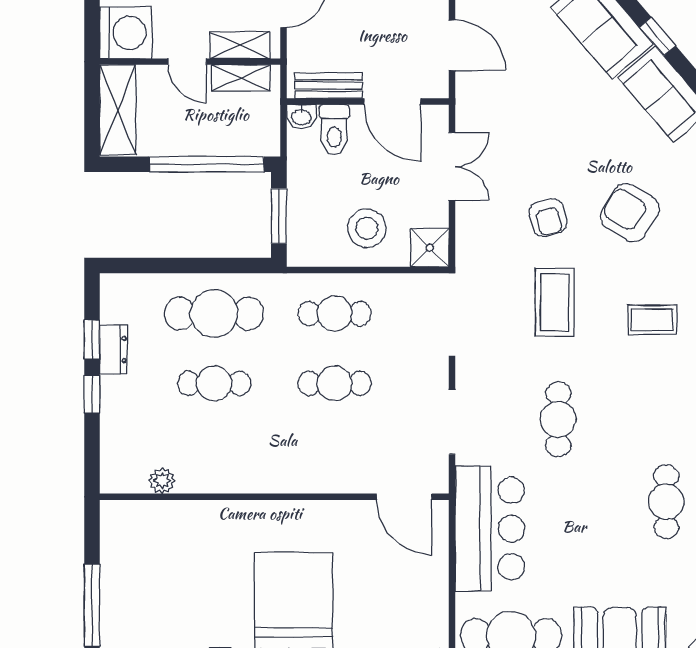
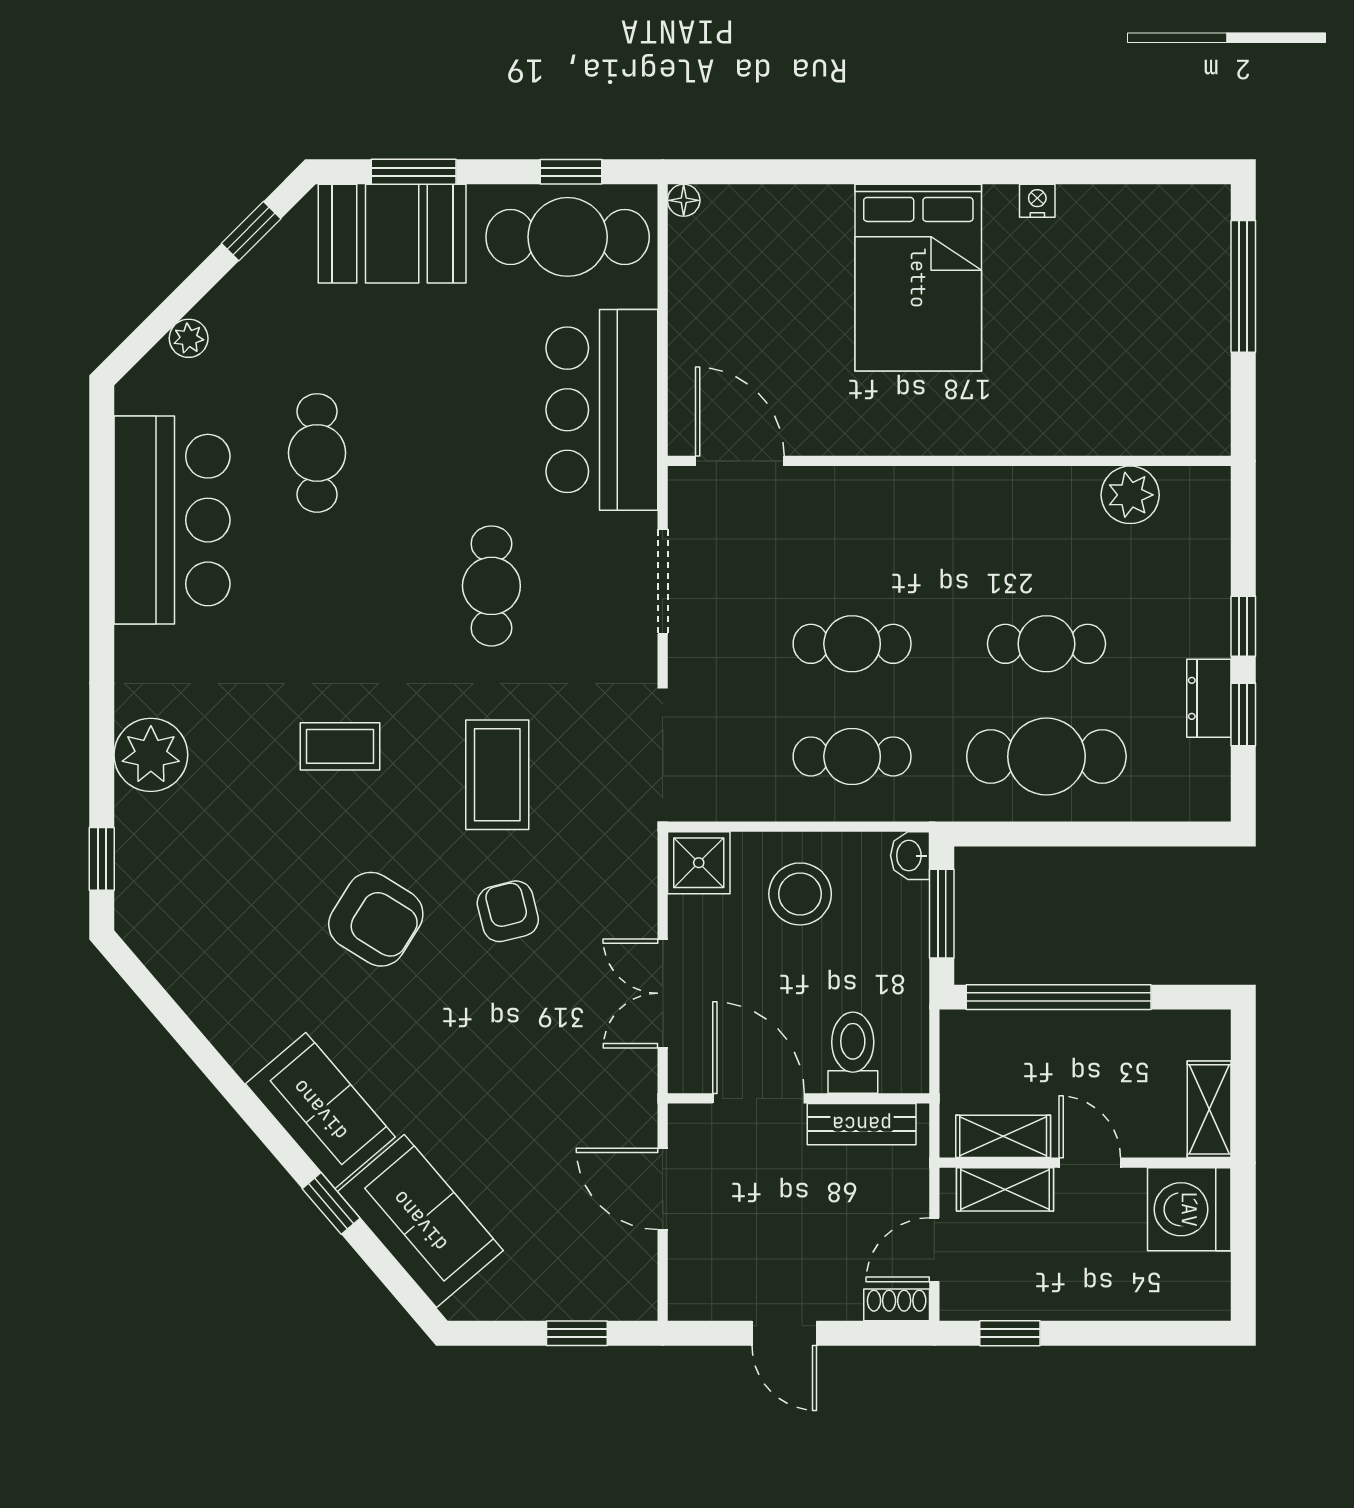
shelving: (118, 110) -> (1209, 1109), width x0.67, depth x0.75
washbasin: (301, 117) -> (910, 856), moved, turned -90
plant: (162, 481) -> (1130, 495), width x1.38, depth x1.38

